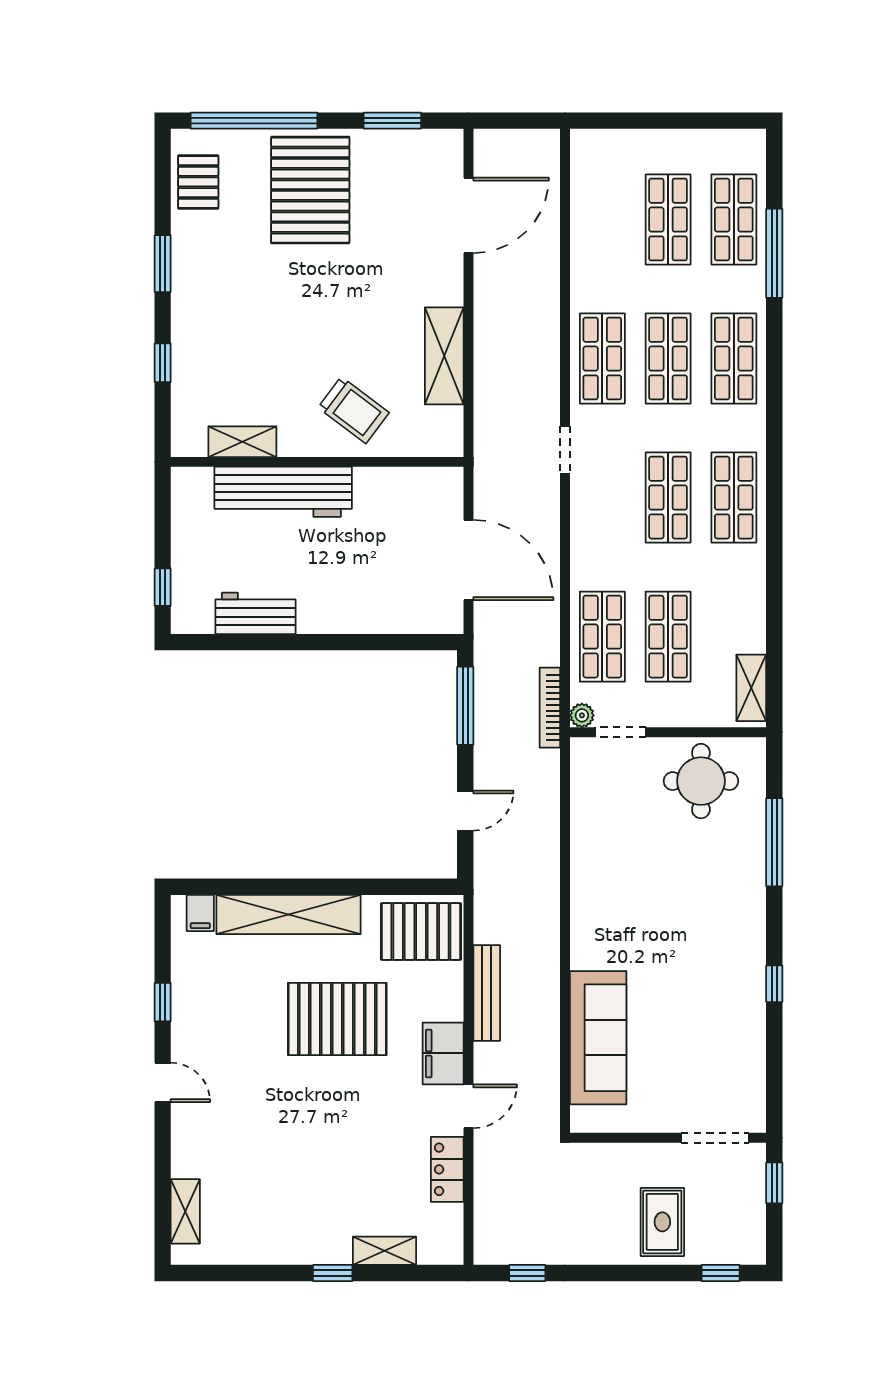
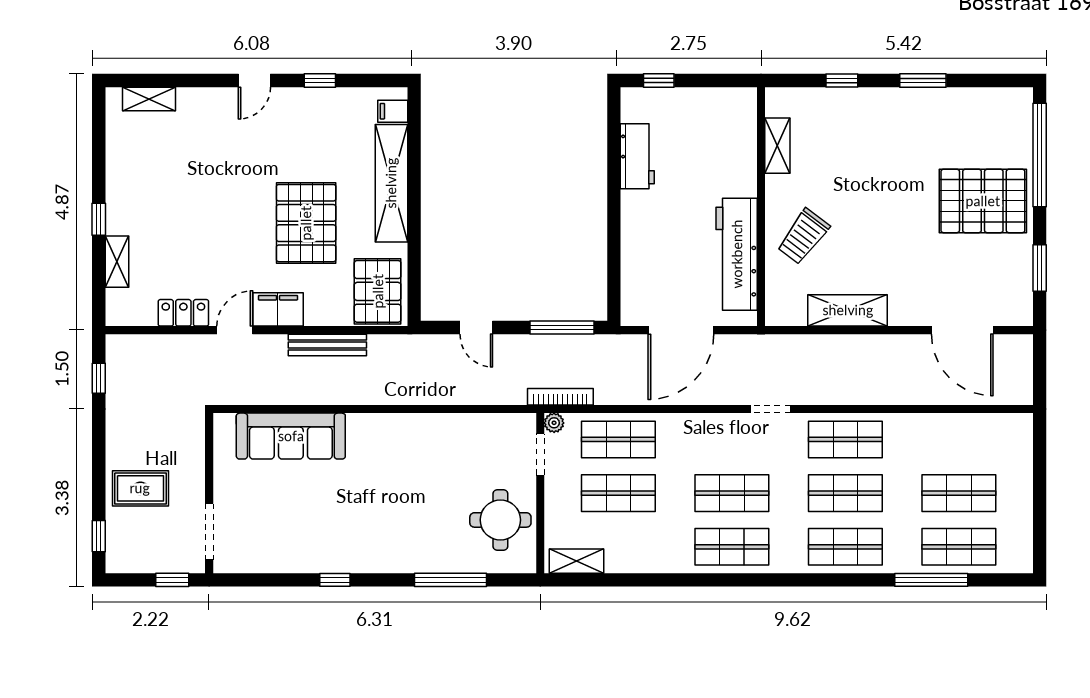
pallet: (198, 182) -> (990, 110), removed
workbench: (283, 492) -> (737, 254), moved
door: (468, 1106) -> (235, 330), swing flipped

